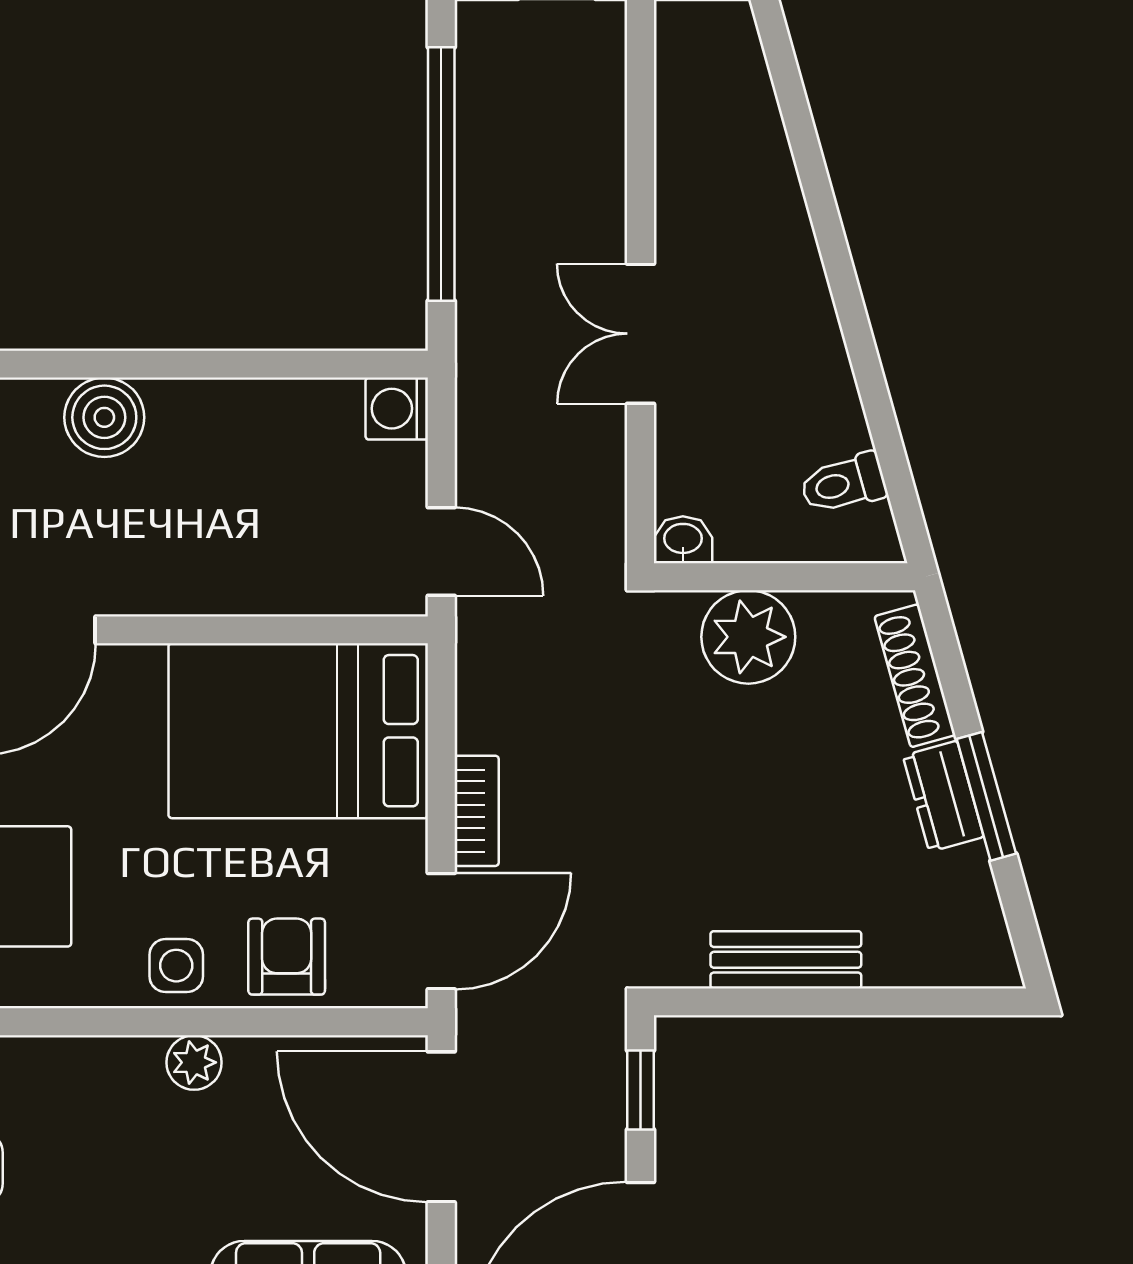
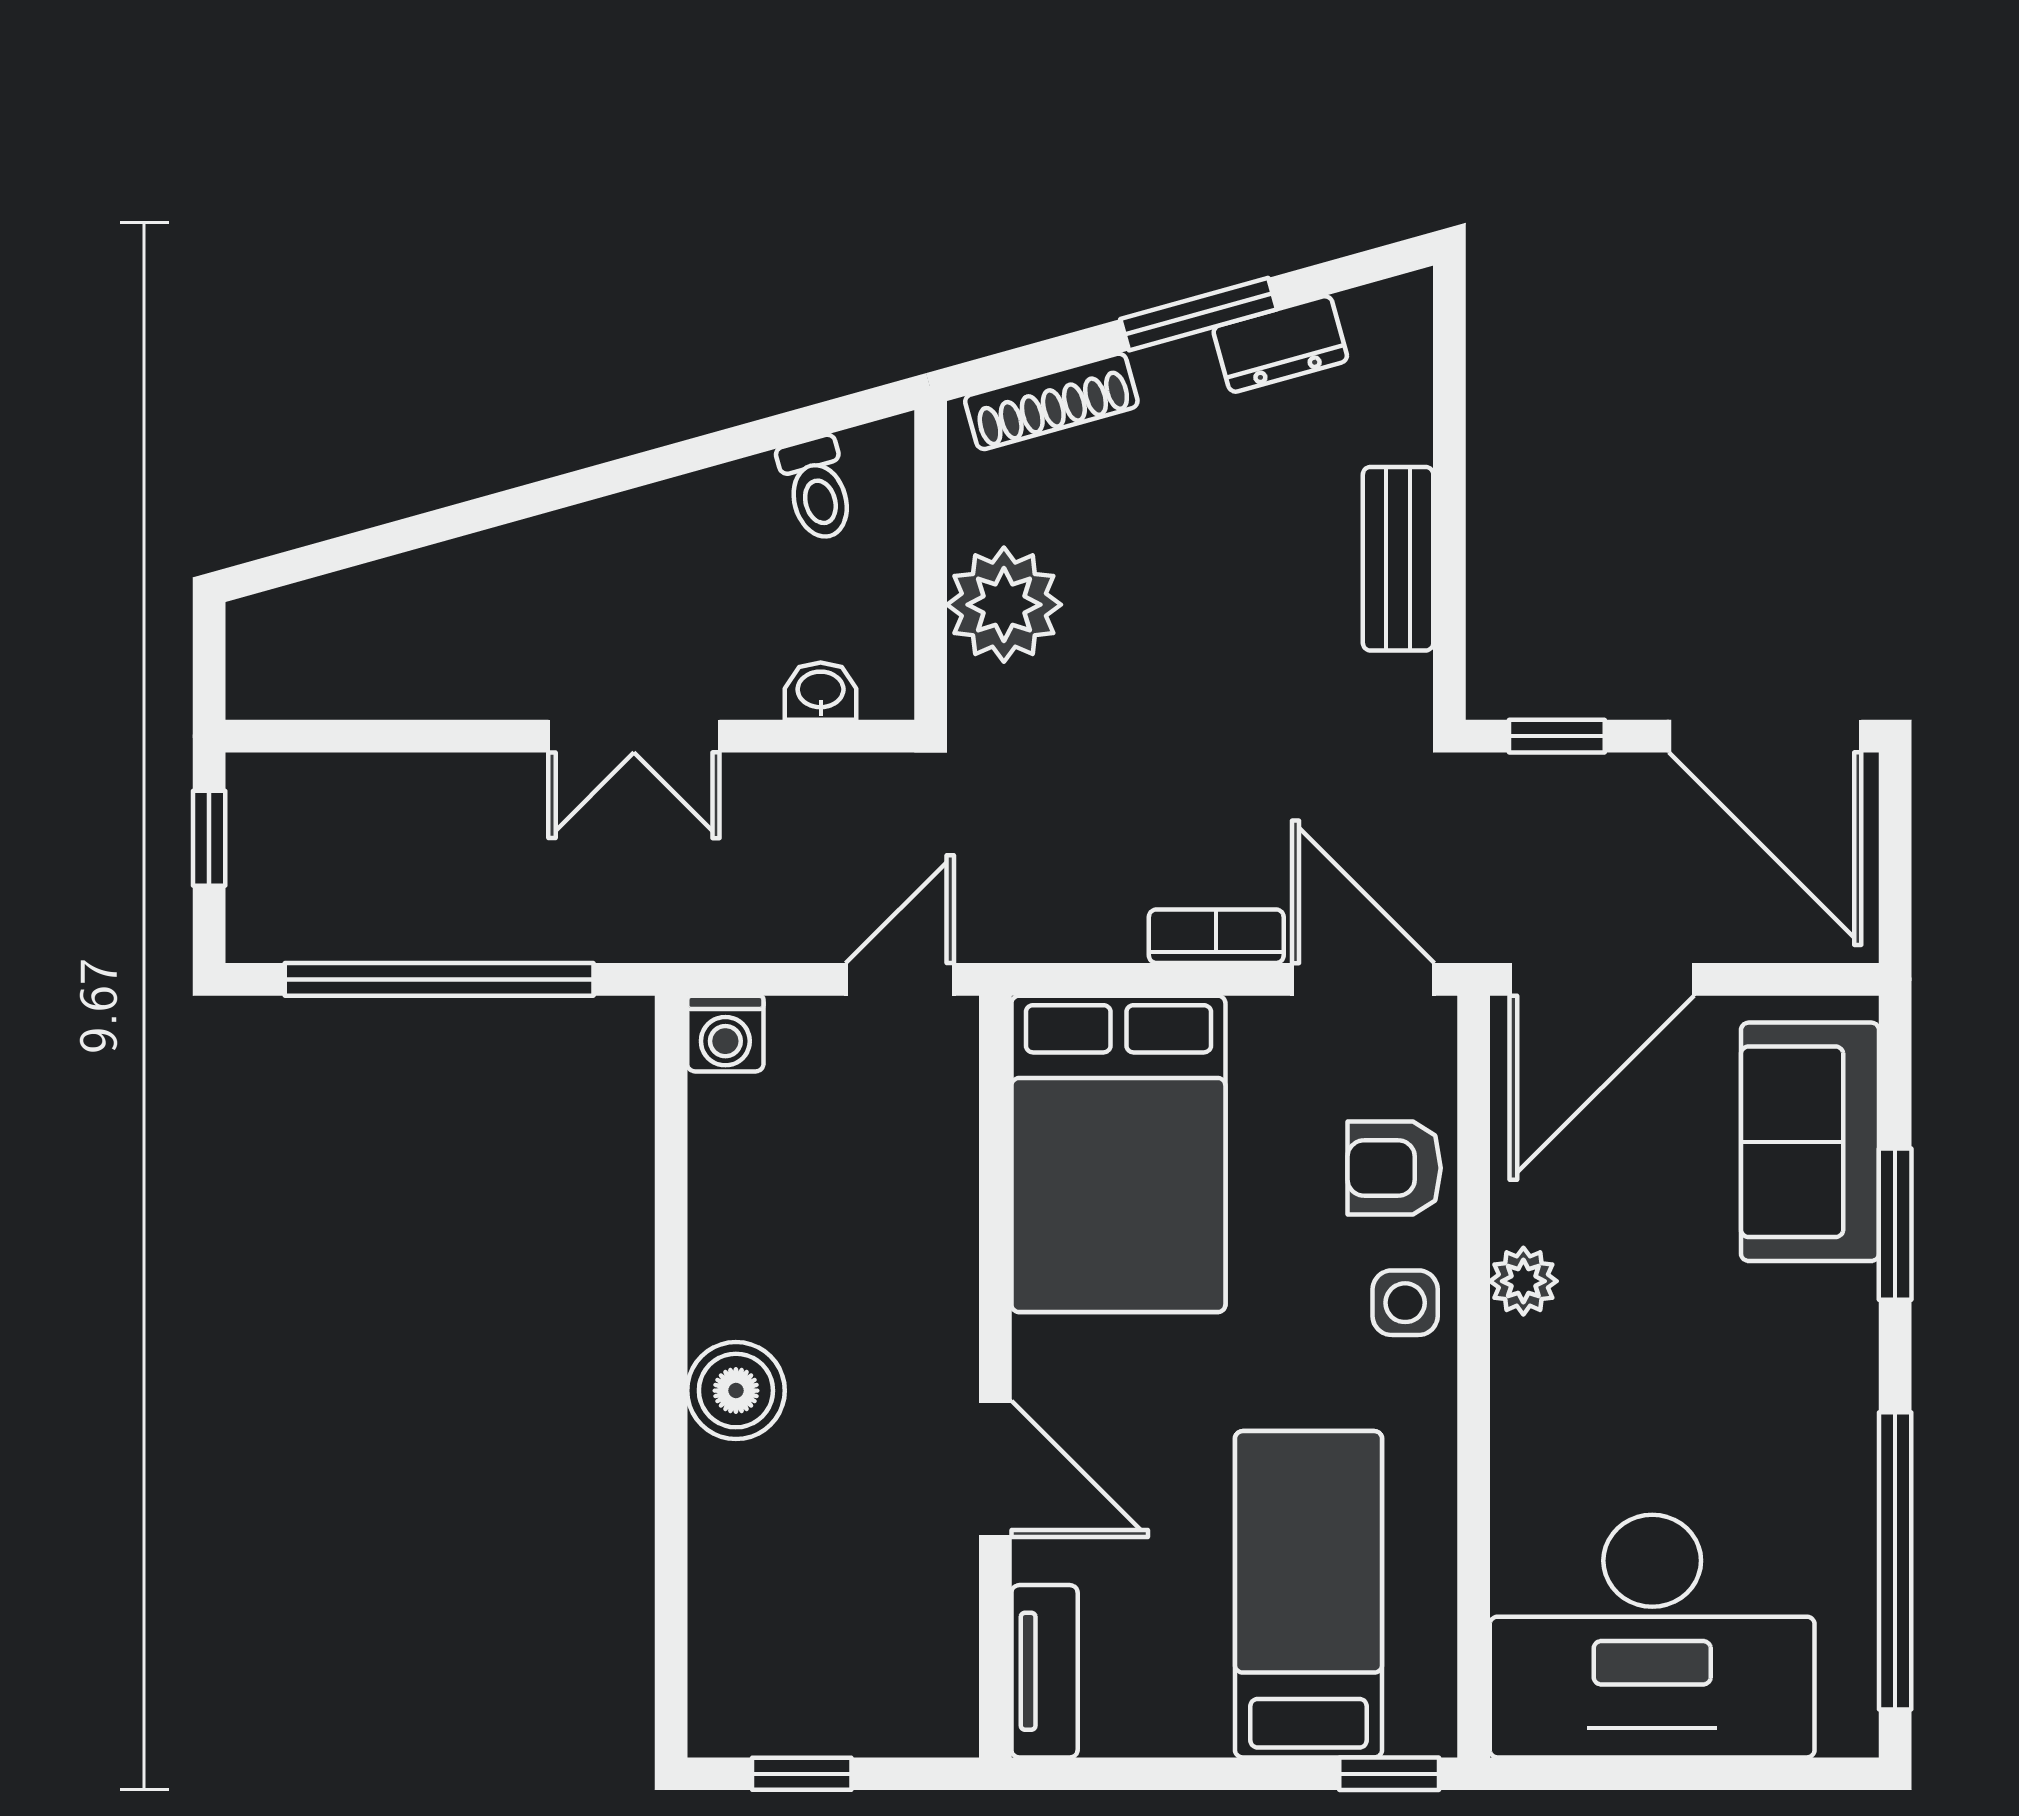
washbasin: (683, 540) -> (821, 691), moved, turned 90
dresser: (943, 796) -> (1280, 344), moved

